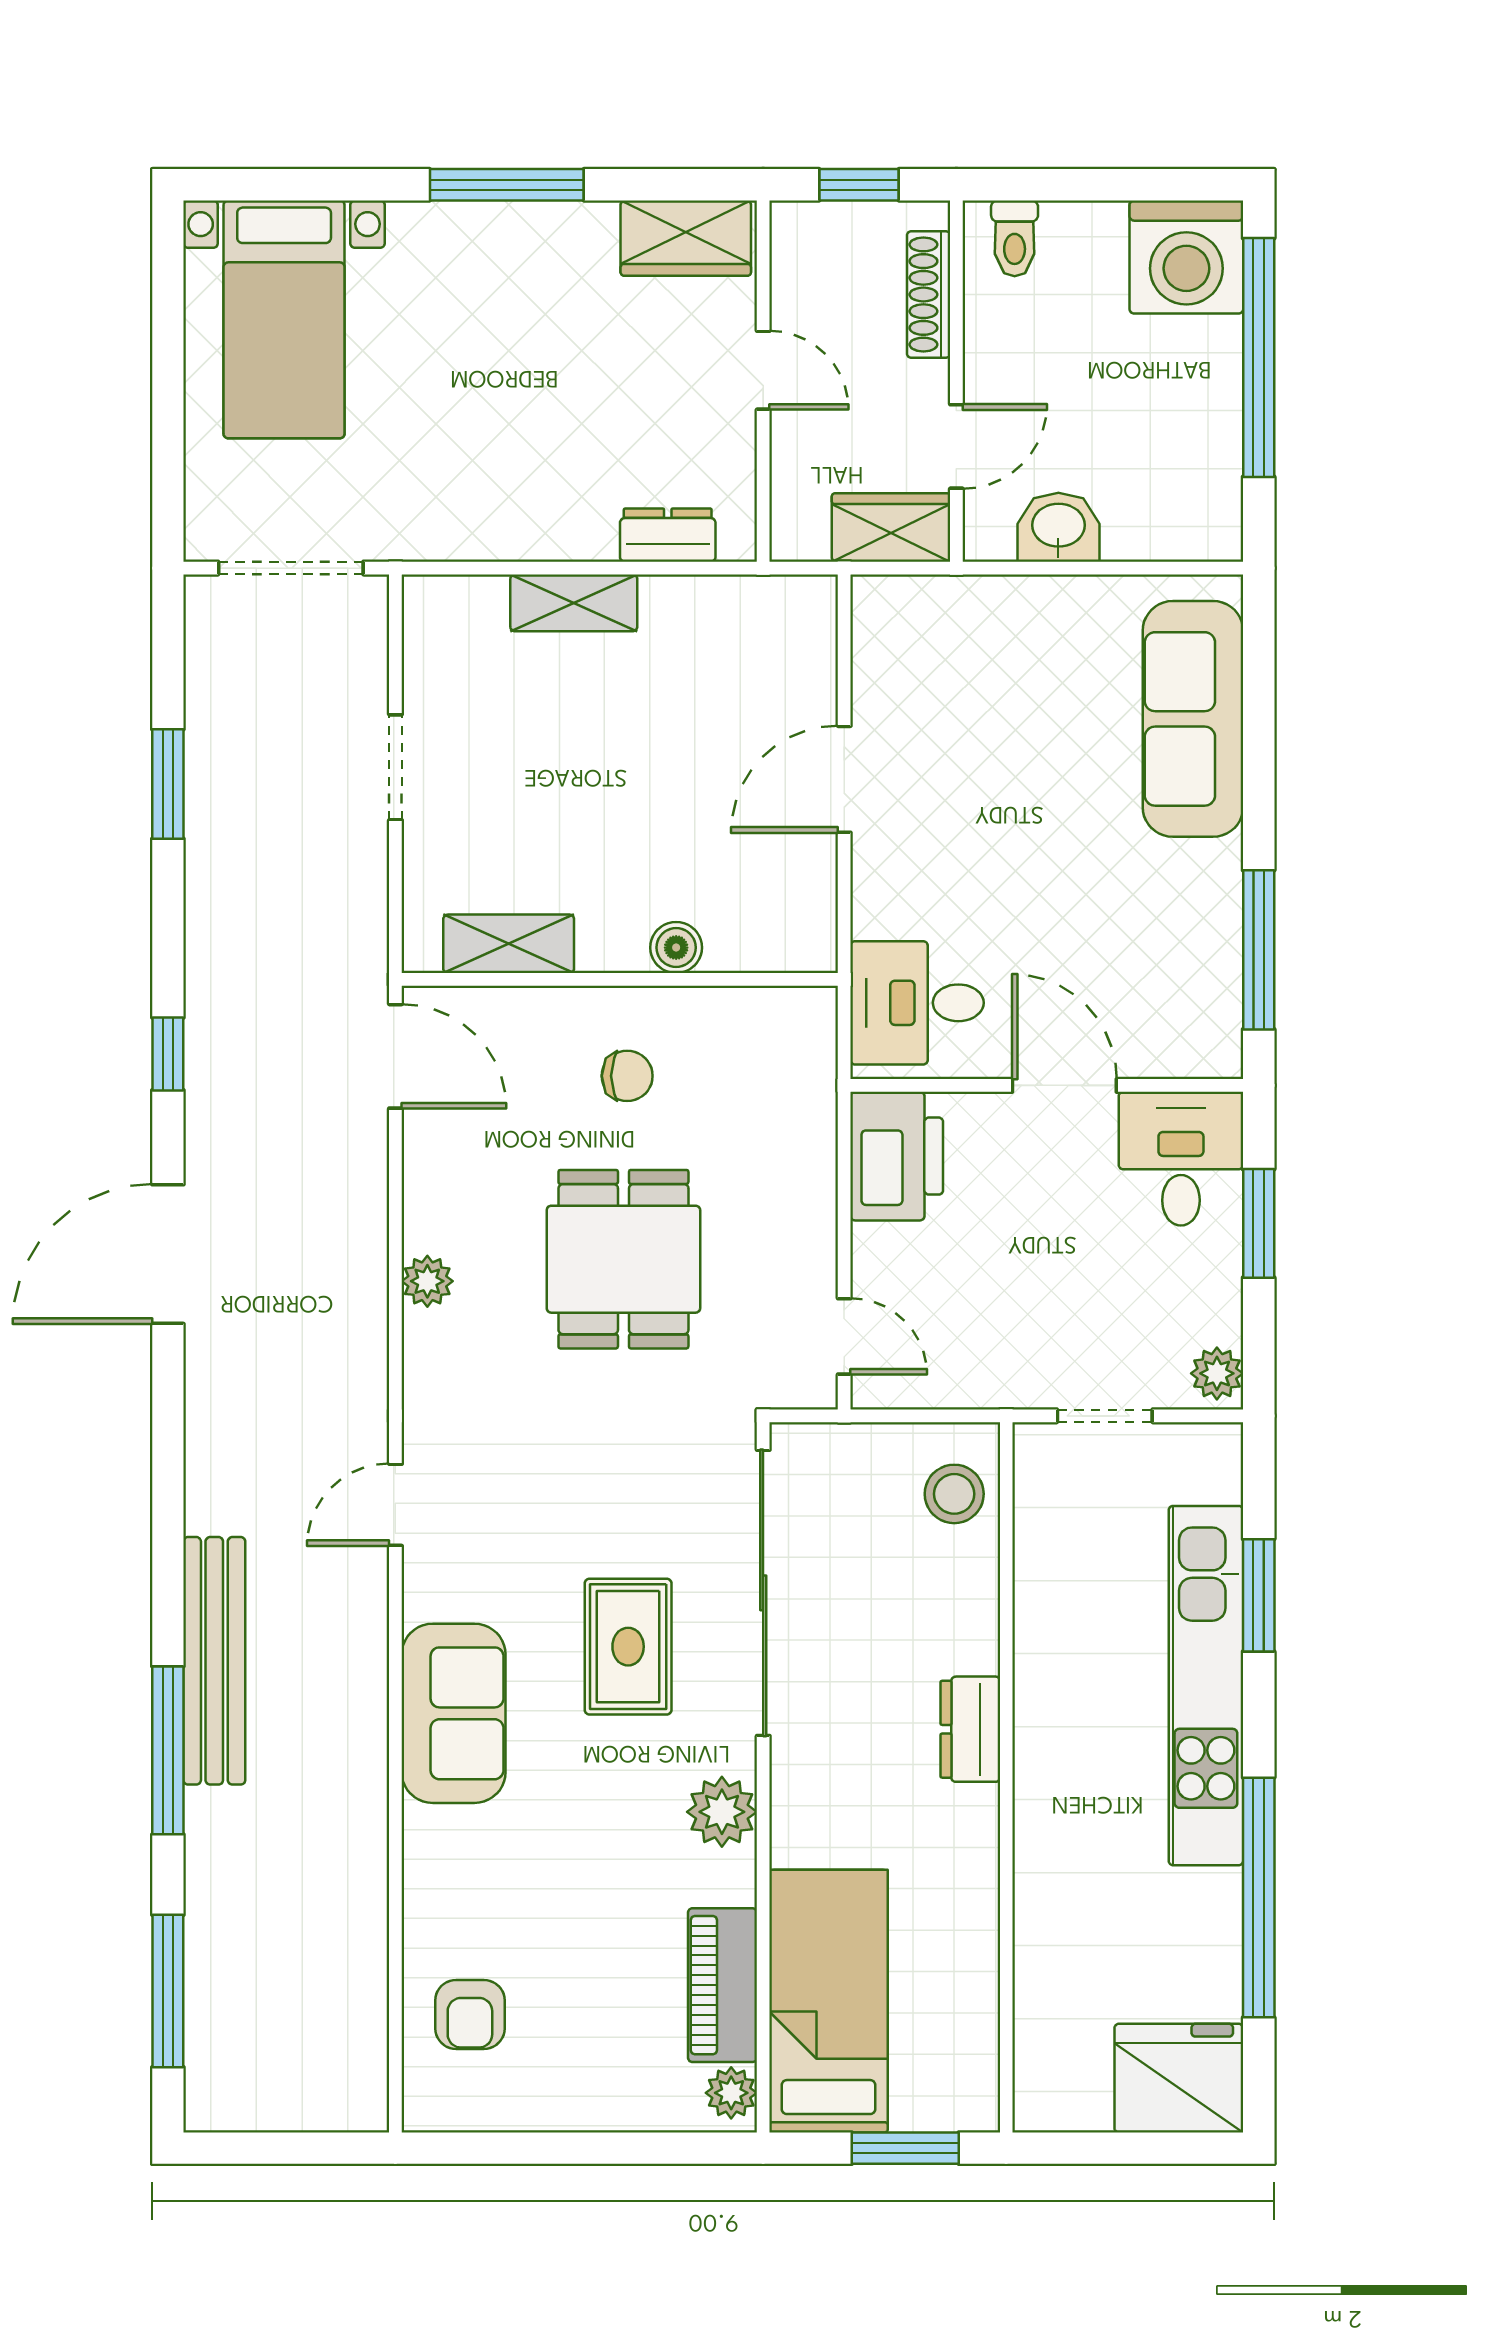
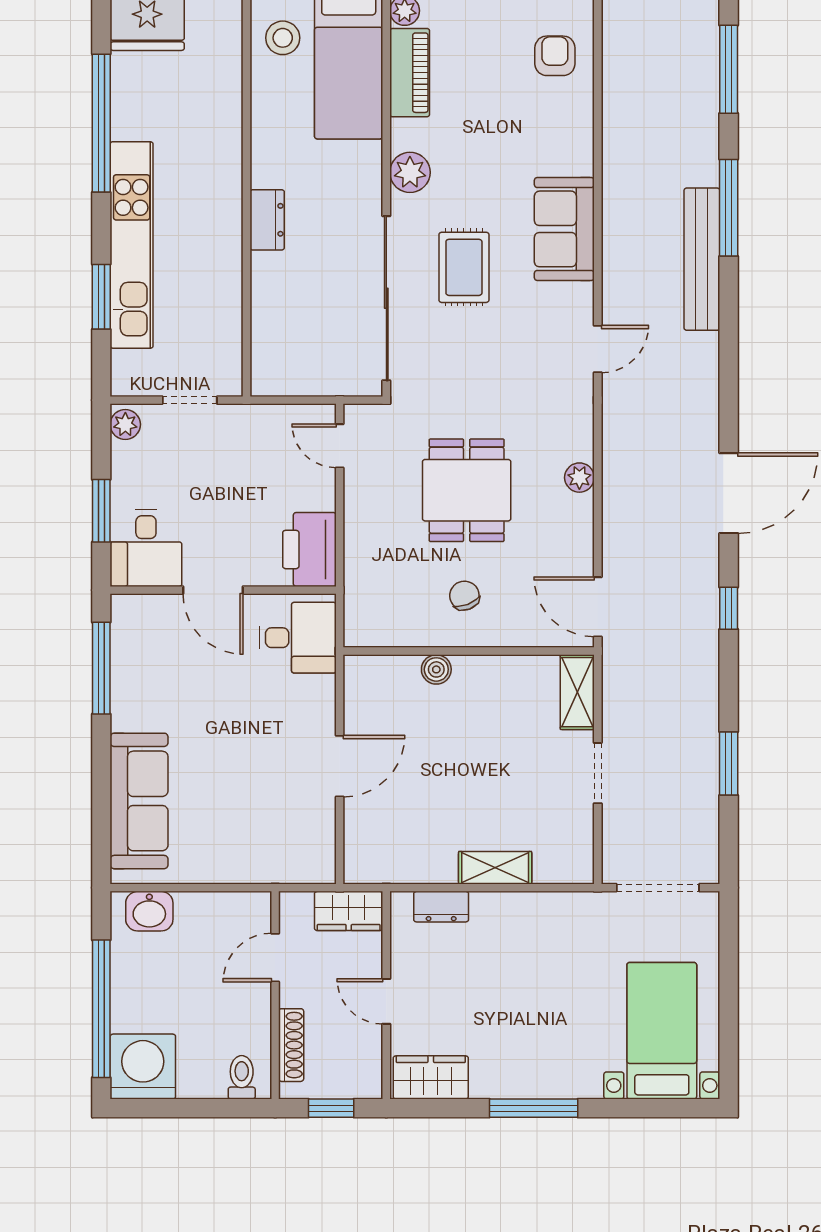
washbasin: (1058, 527) -> (149, 911), moved
wardrobe: (891, 528) -> (349, 911), moved
shelving: (509, 944) -> (577, 692), moved, turned 90
chair: (627, 1076) -> (464, 596), turned 69
stool: (954, 1494) -> (283, 38), moved

